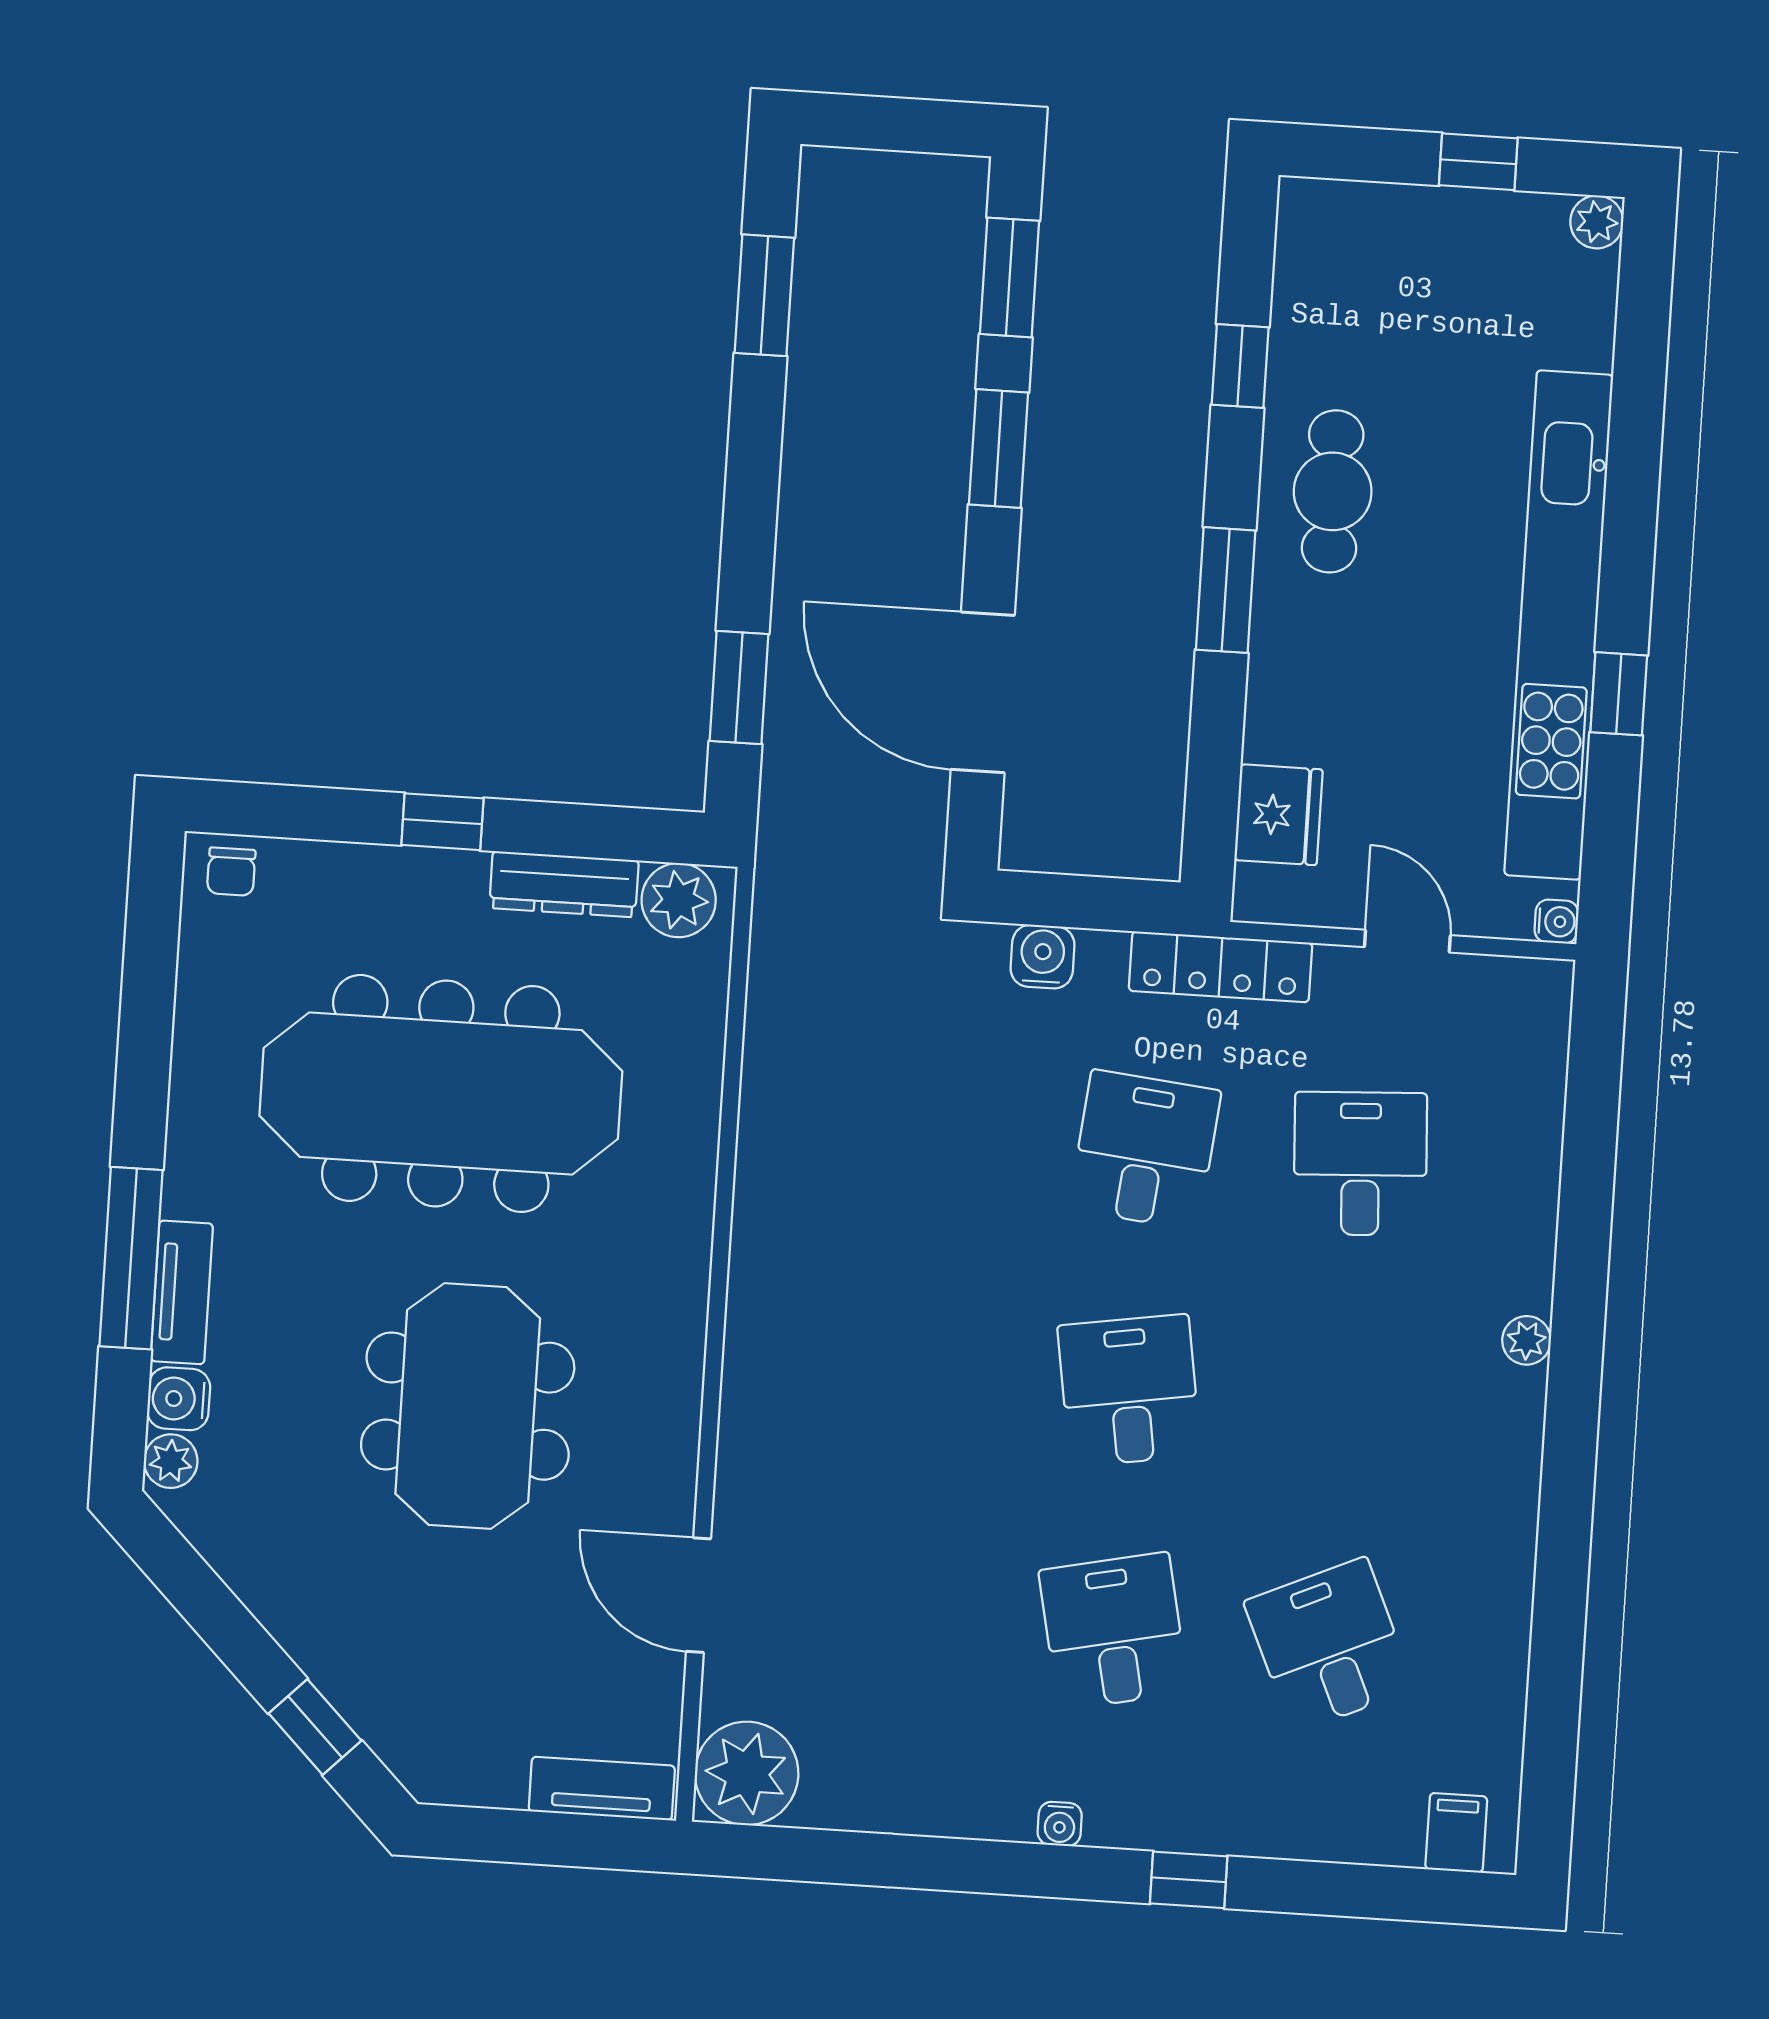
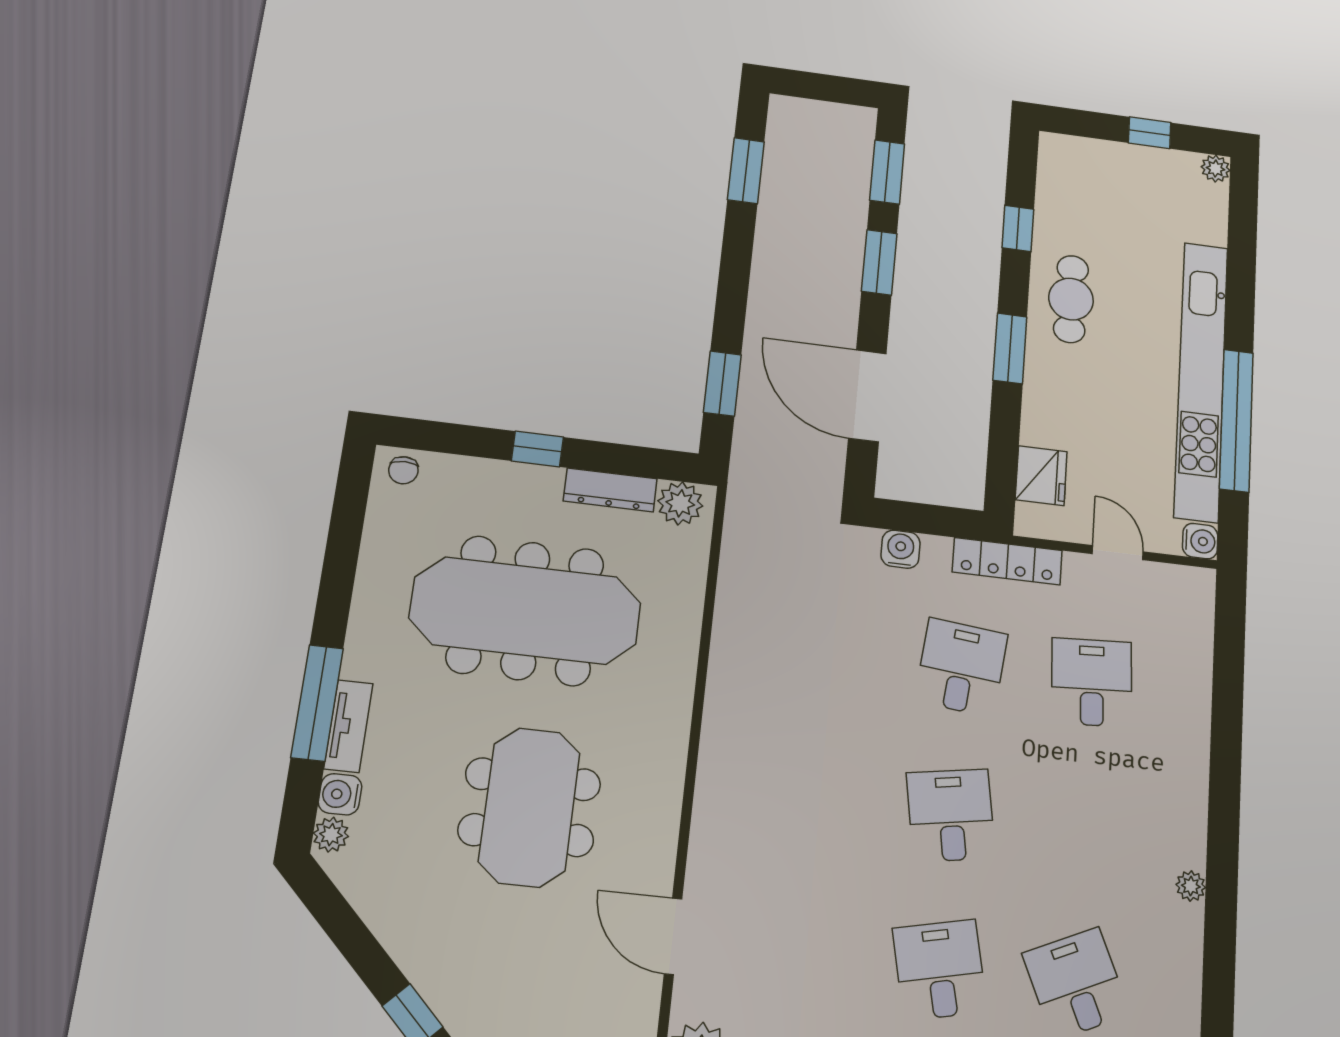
window: (1619, 694) -> (1236, 420), width x3.17
water cooler: (1556, 922) -> (1200, 541), width x1.38, depth x1.38
plant: (1527, 1340) -> (1191, 886), moved

